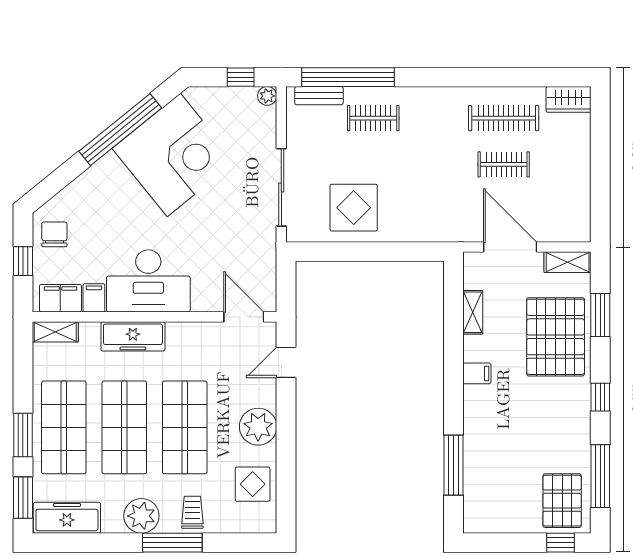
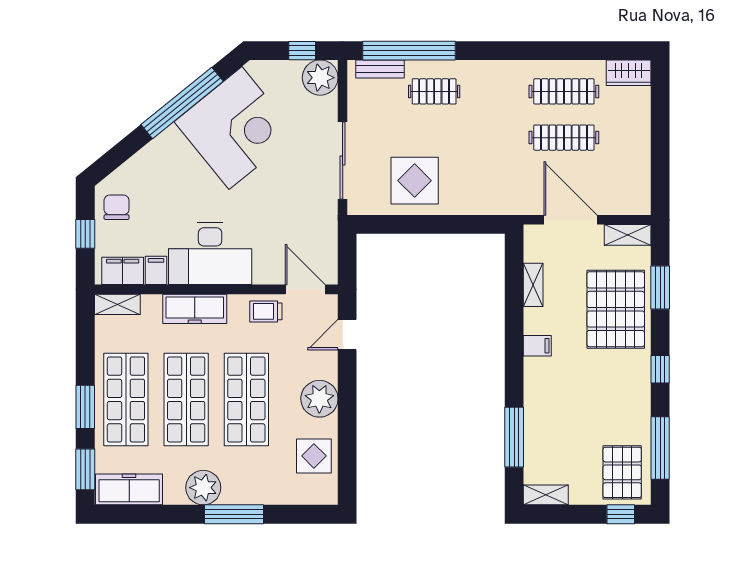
plant: (267, 96) -> (320, 78), width x1.87, depth x1.87
clothes rail: (504, 164) -> (564, 138), width x1.36
trolley: (192, 512) -> (266, 311), moved, turned -90
shelving: (485, 523) -> (546, 495), added

